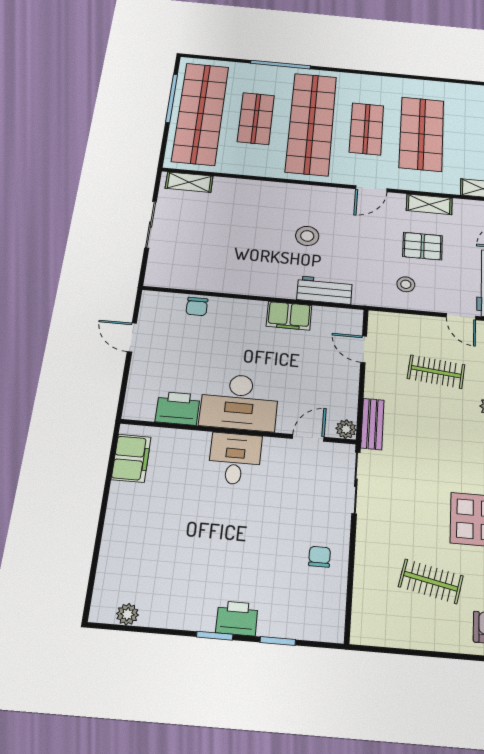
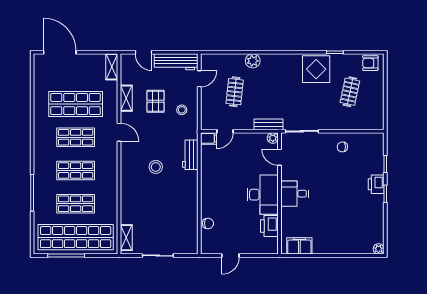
shop shelf: (311, 124) -> (76, 171), width x0.50, depth x0.74
filing cabinet: (289, 316) -> (209, 138), moved, width x0.50
plant: (127, 614) -> (379, 249), moved

